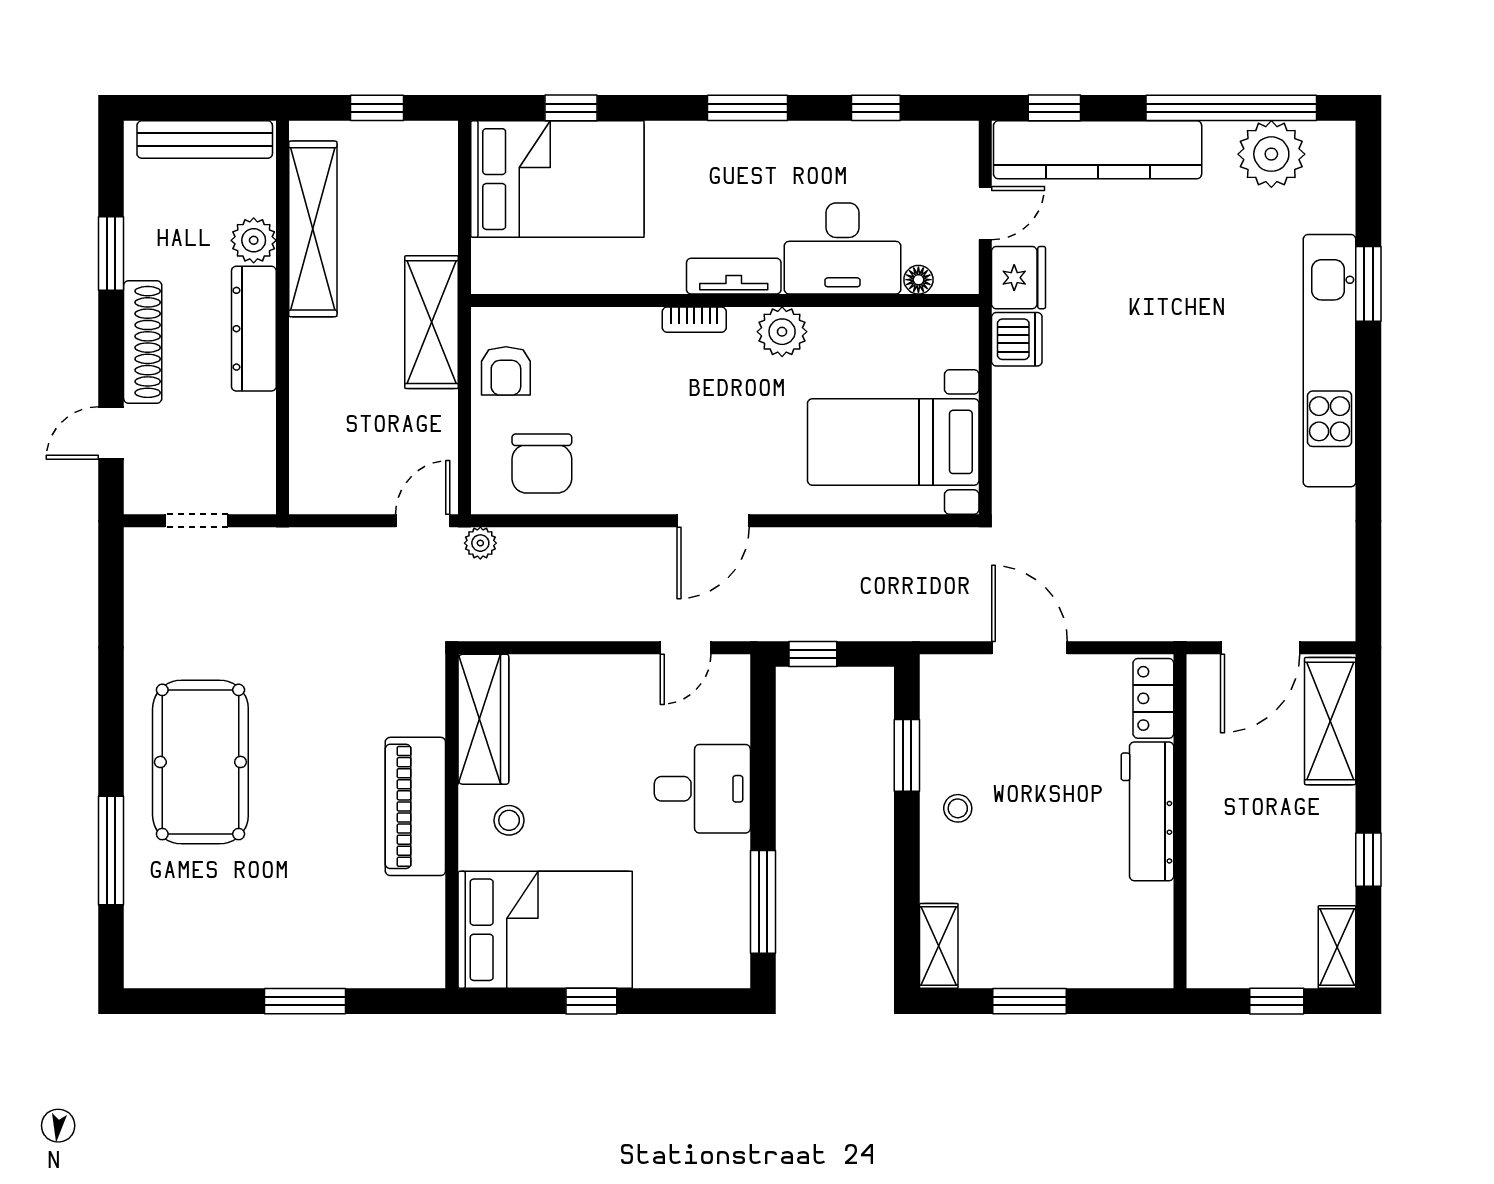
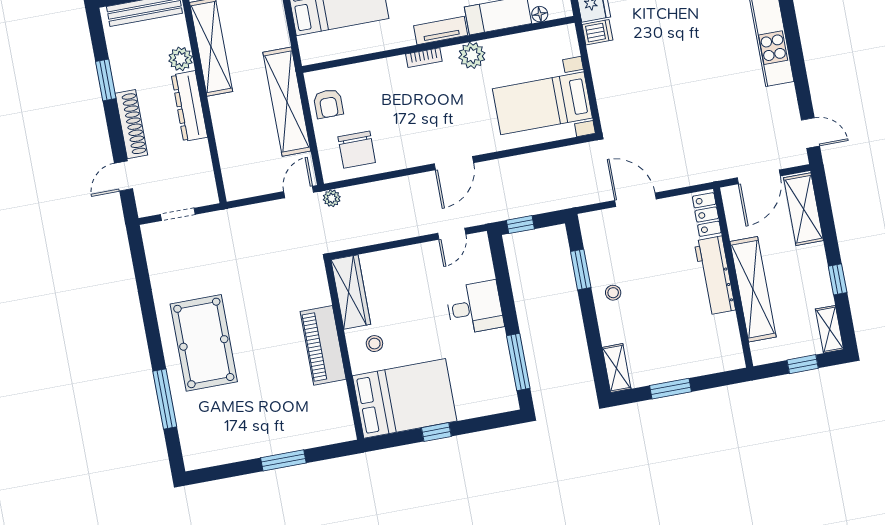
shelving: (432, 322) -> (287, 102), width x1.47
dishwasher: (1017, 339) -> (597, 32), width x0.73
door: (1368, 586) -> (810, 133), added
shelving: (1212, 849) -> (753, 289), added

